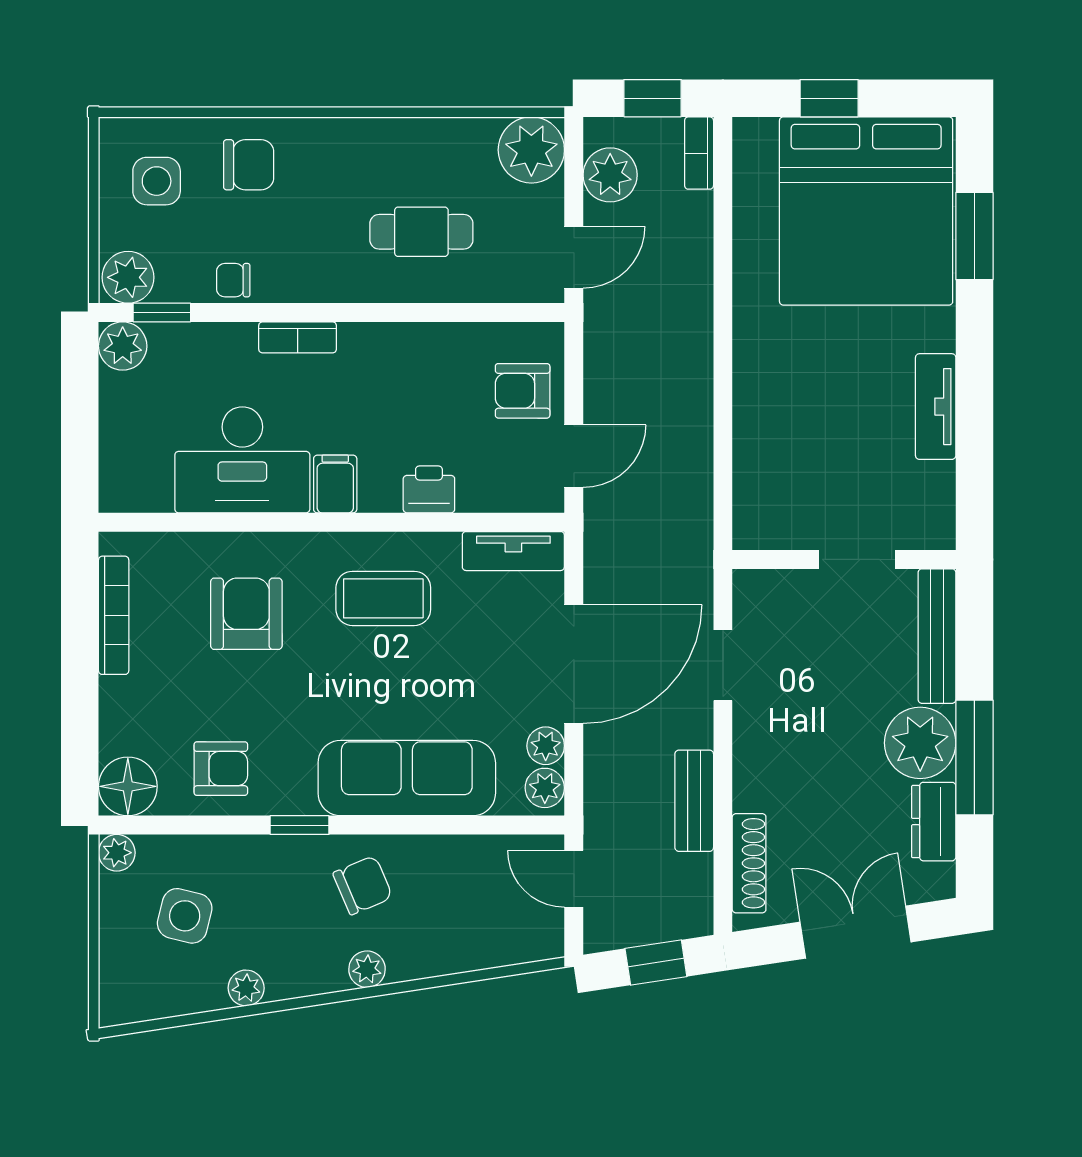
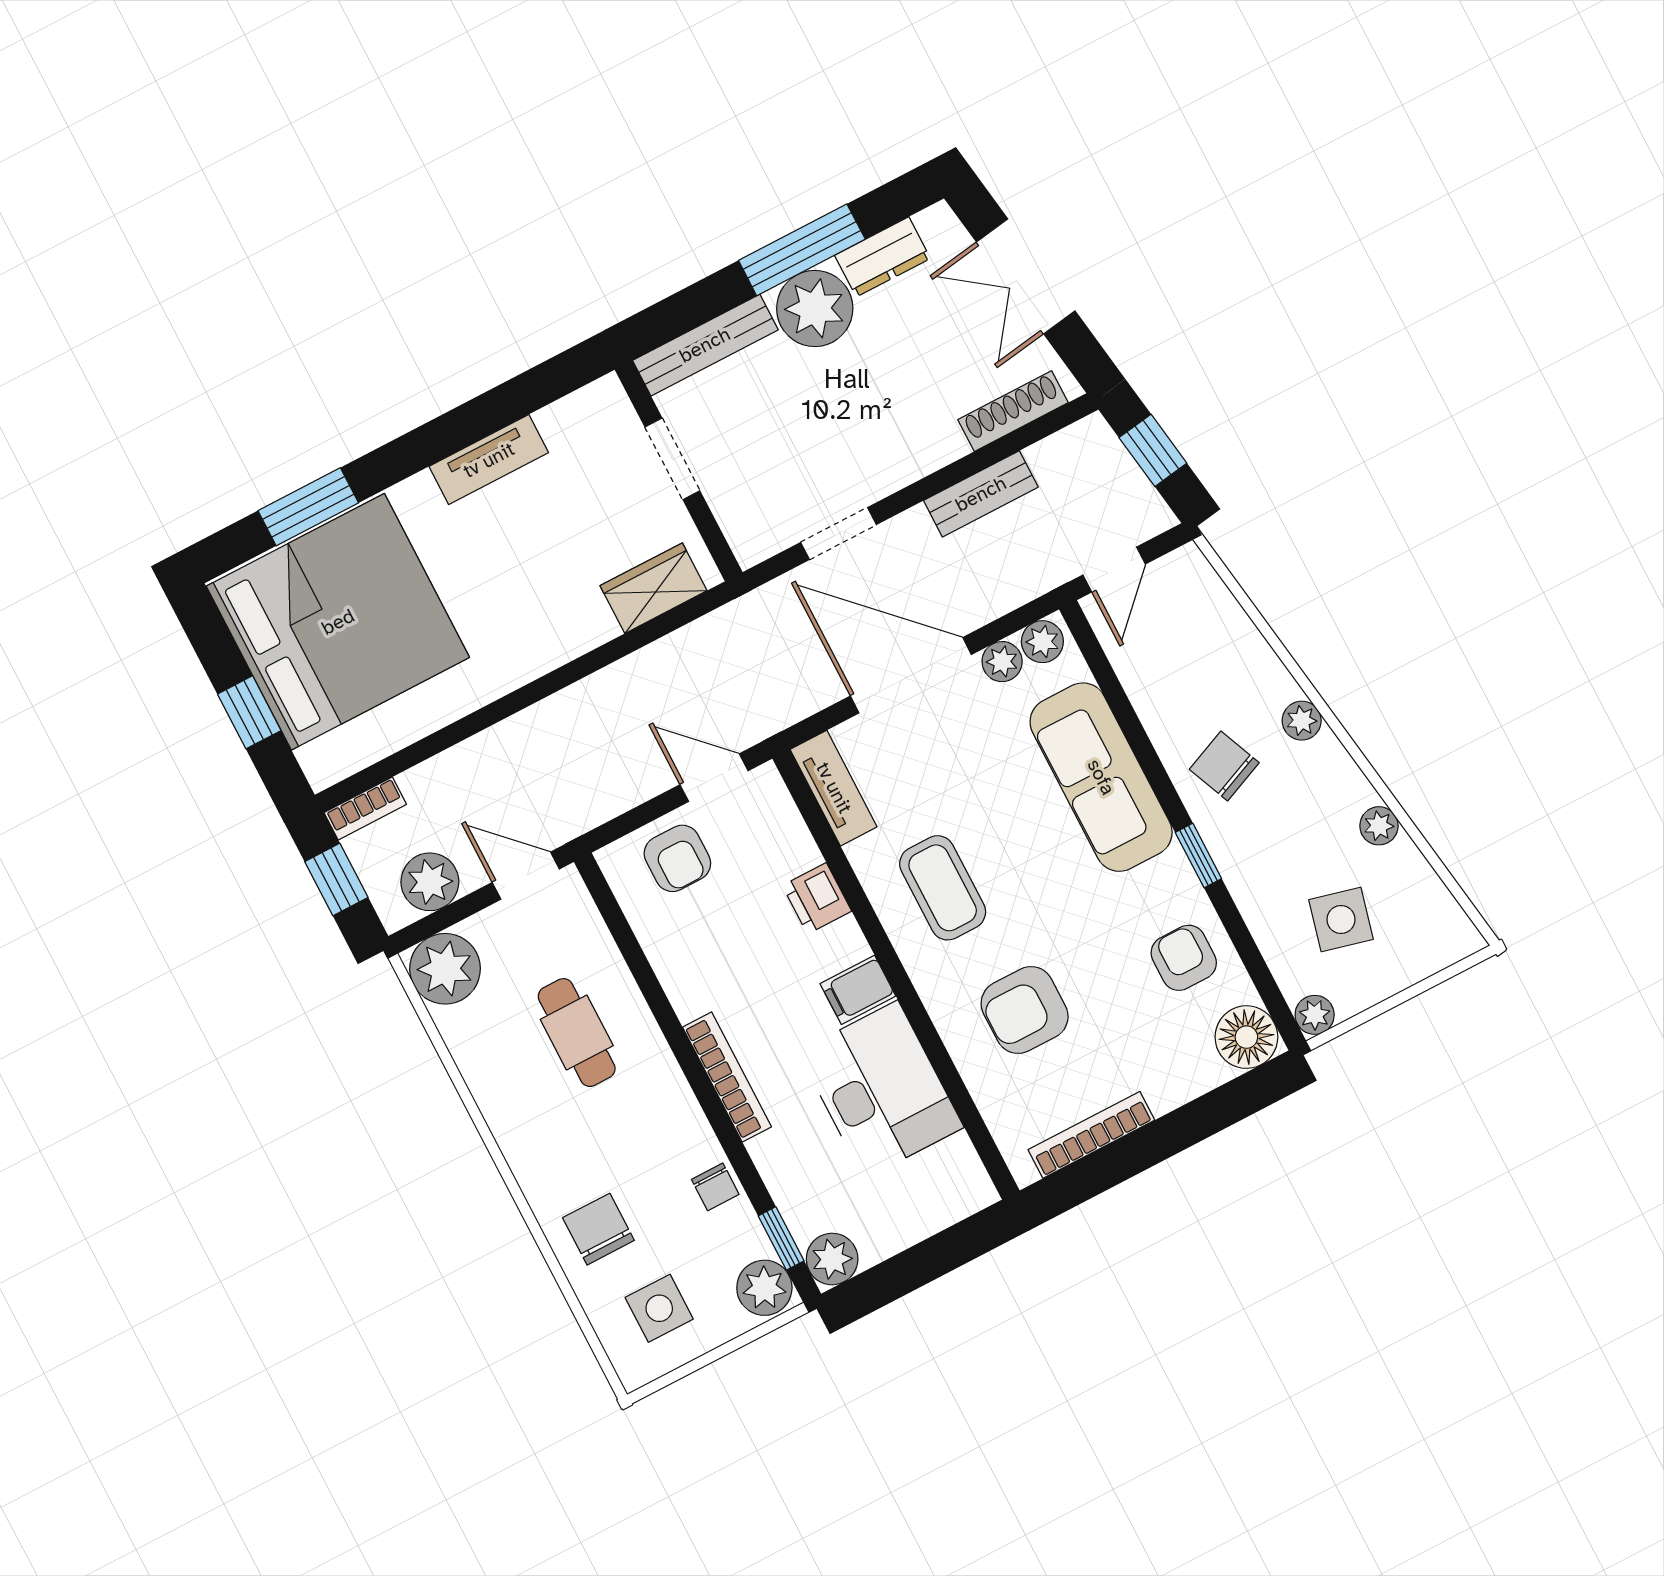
bookcase: (298, 337) -> (727, 1077), width x1.56
wardrobe: (757, 488) -> (654, 588), added

